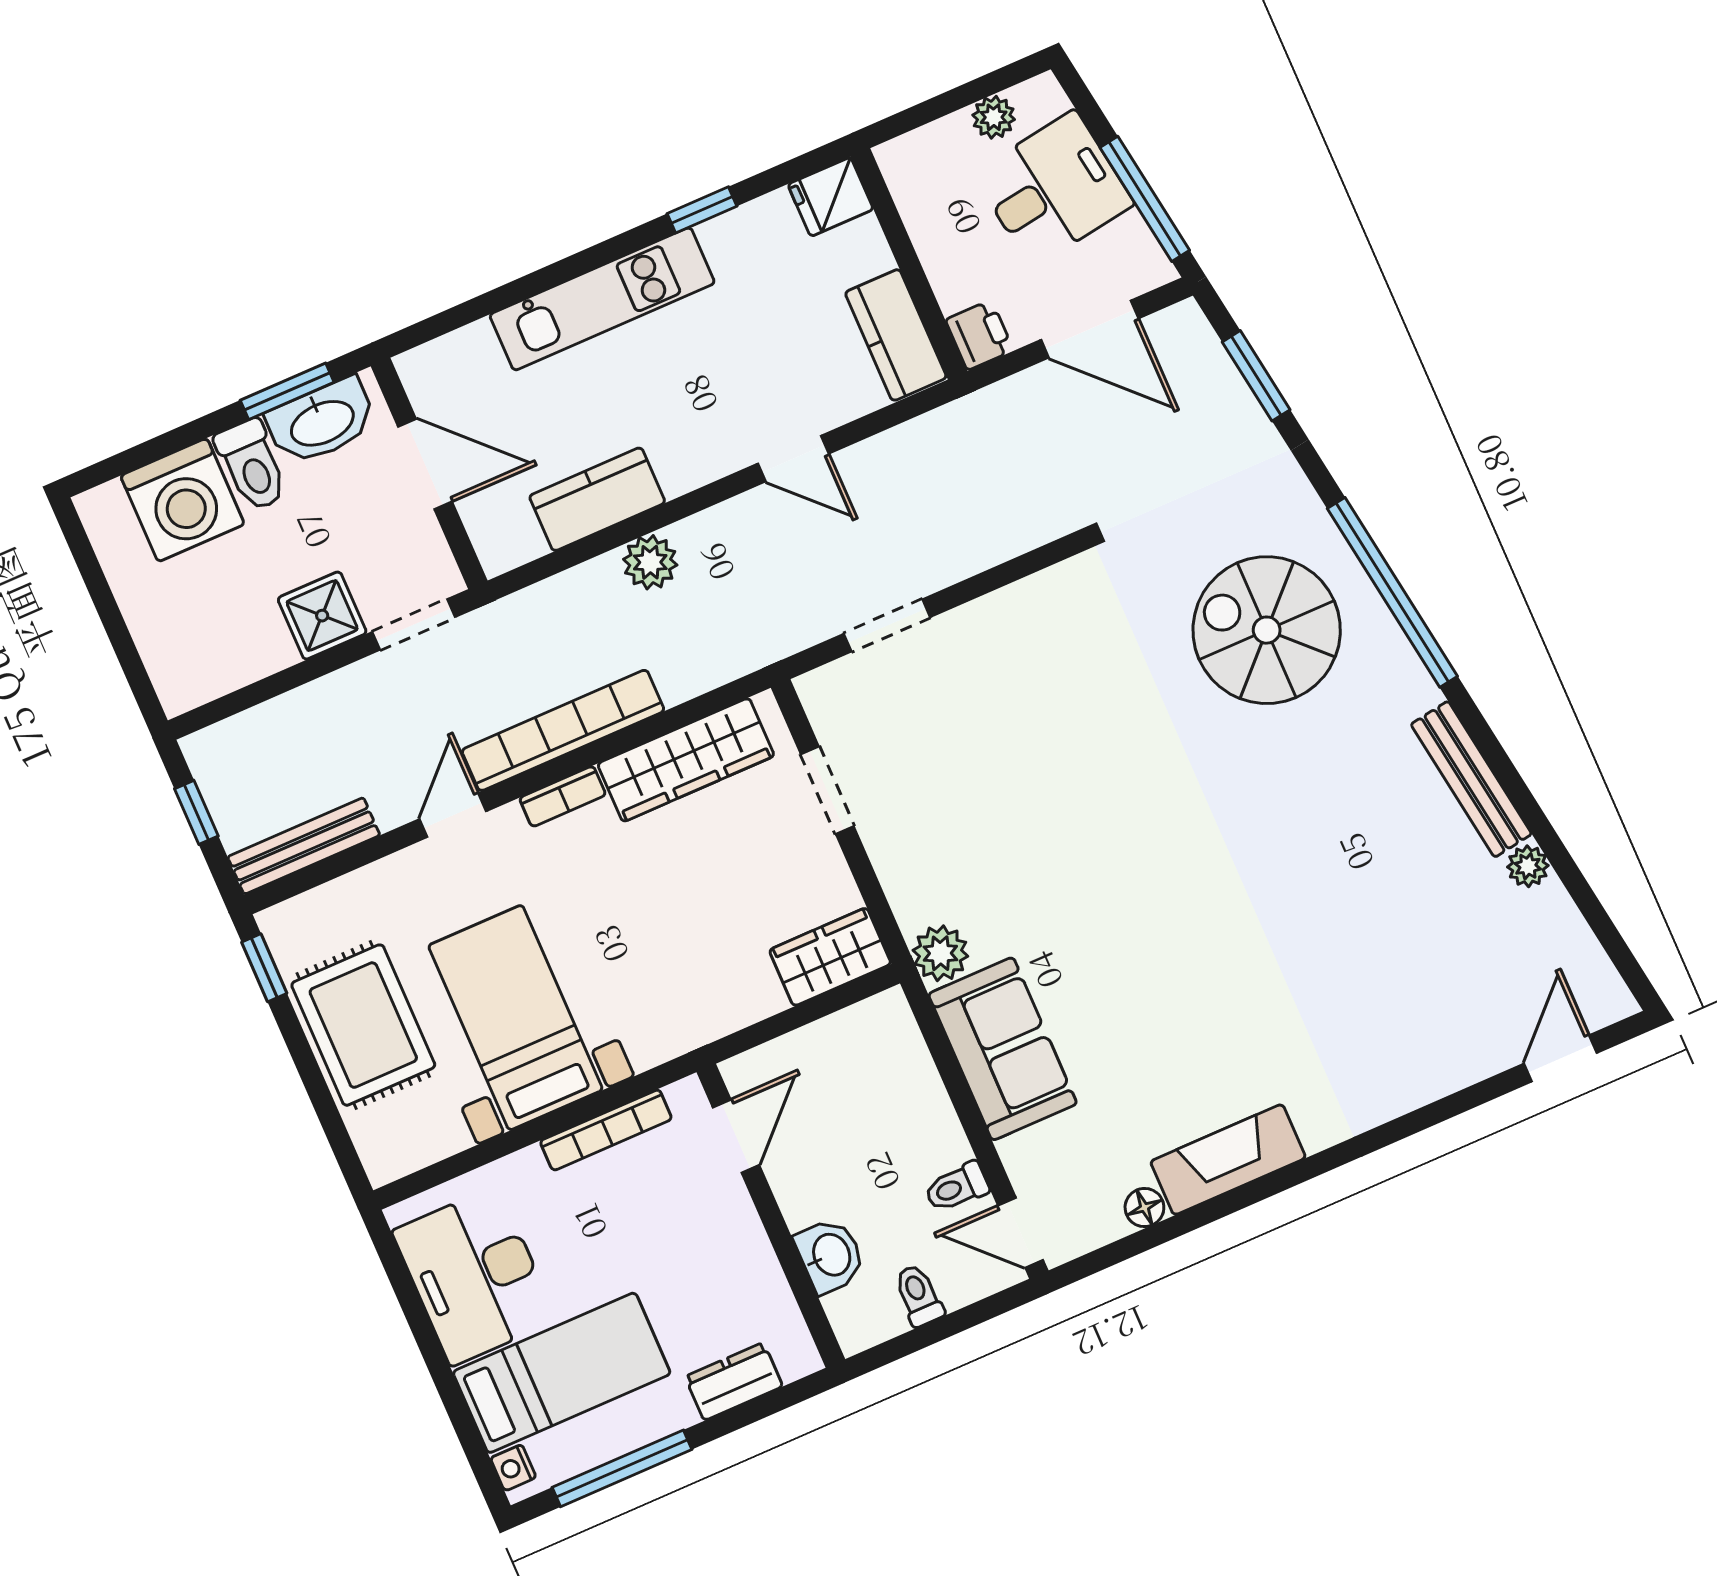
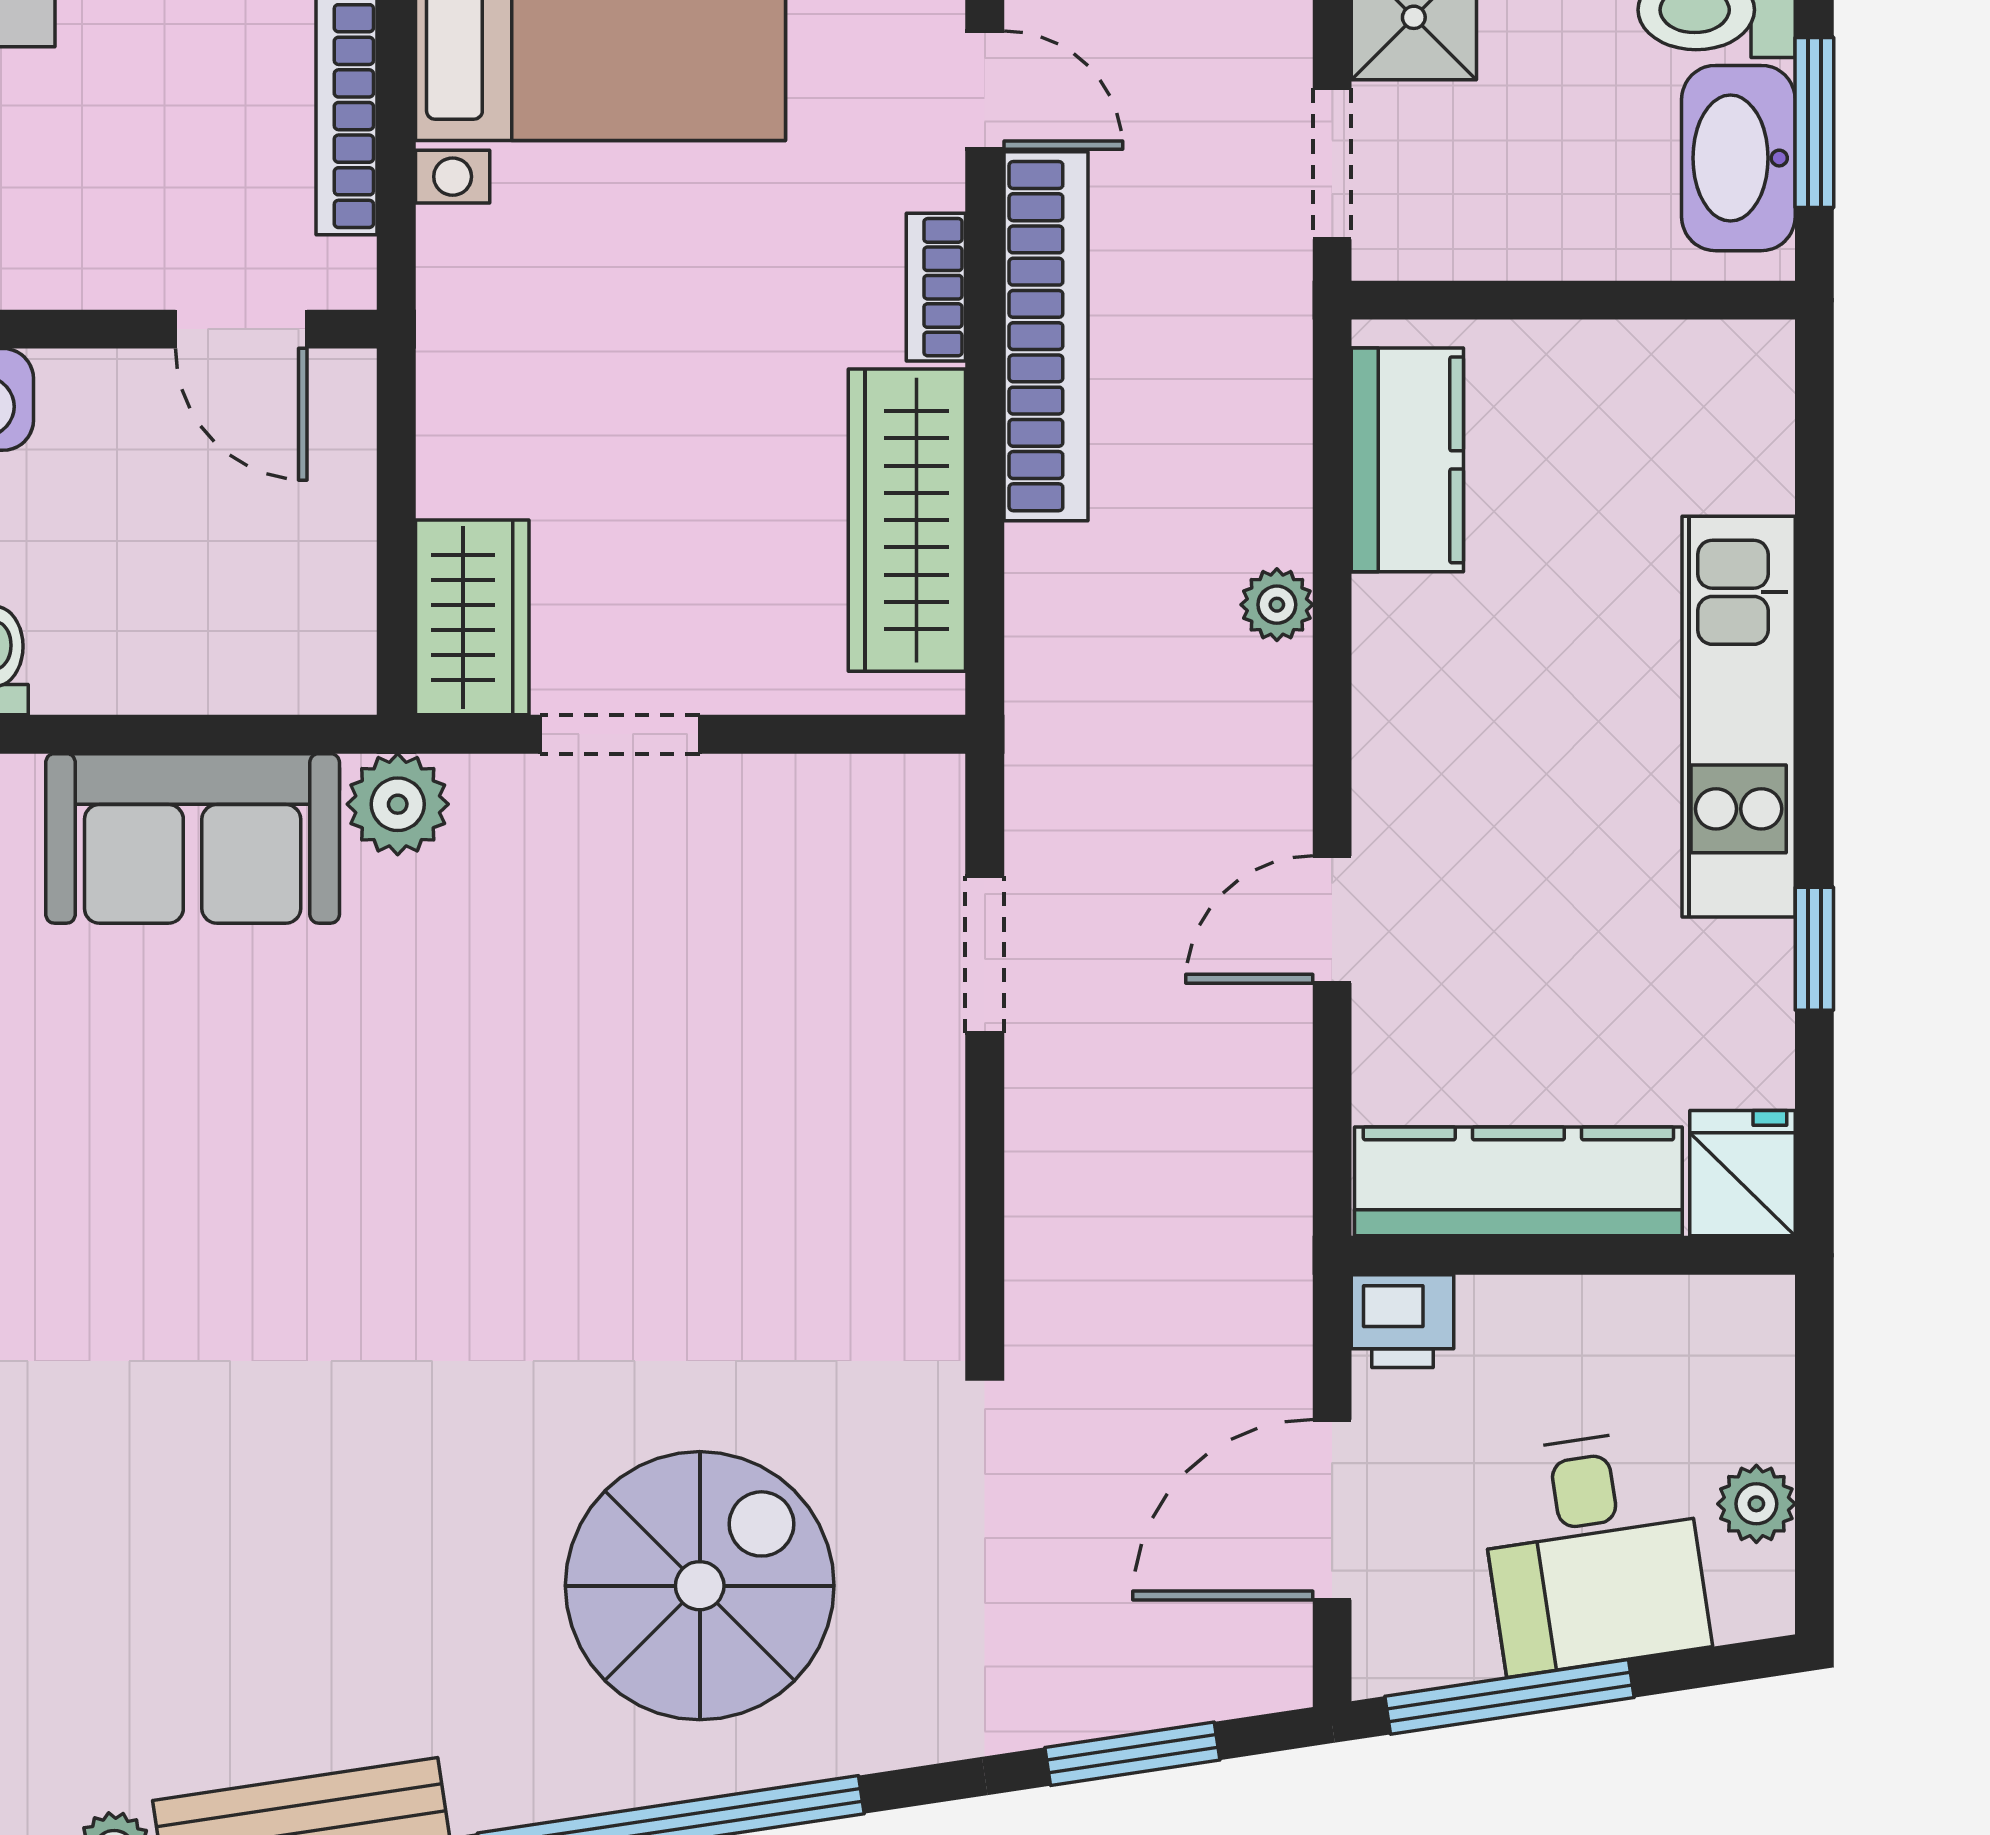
kitchen counter: (896, 335) -> (1518, 1181), width x1.50
door: (425, 464) -> (1592, 300), removed
kitchen counter: (597, 499) -> (1407, 460), moved
plant: (650, 562) -> (1277, 605), width x0.73, depth x0.73
doorway: (827, 790) -> (620, 734), moved

